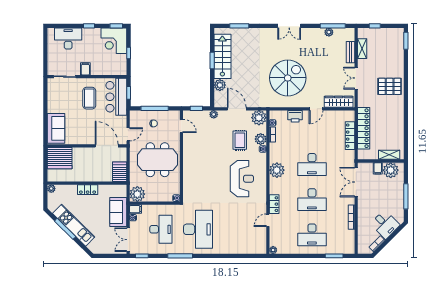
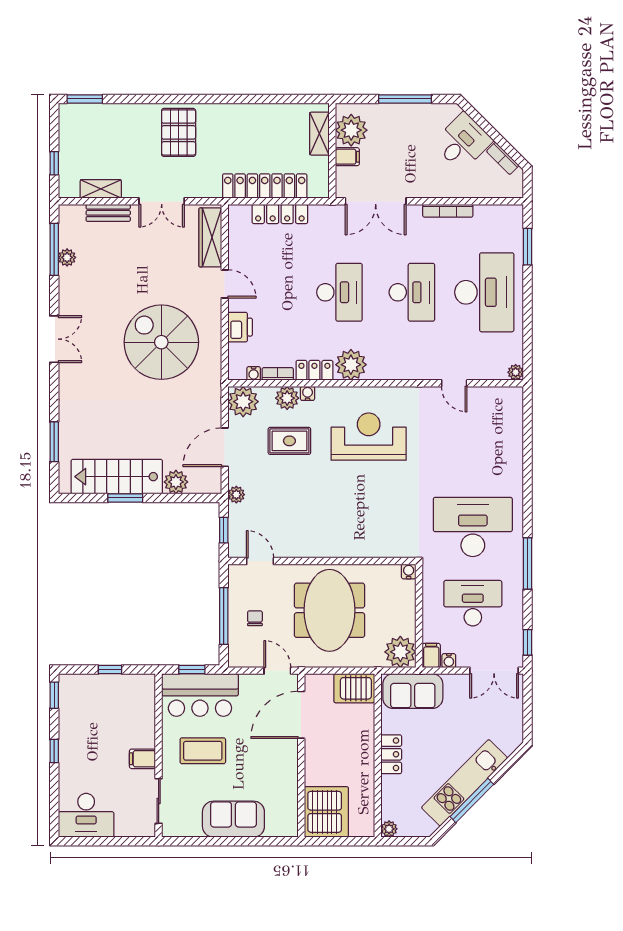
desk: (68, 39) -> (86, 815), moved, turned -90
corner desk: (114, 41) -> (85, 700), removed
door: (181, 126) -> (260, 561), hinge flipped
sofa: (56, 128) -> (233, 819), moved
locker: (274, 204) -> (314, 370), moved
sofa: (118, 212) -> (413, 691), moved
desk: (312, 235) -> (484, 292), width x1.36, depth x1.30

